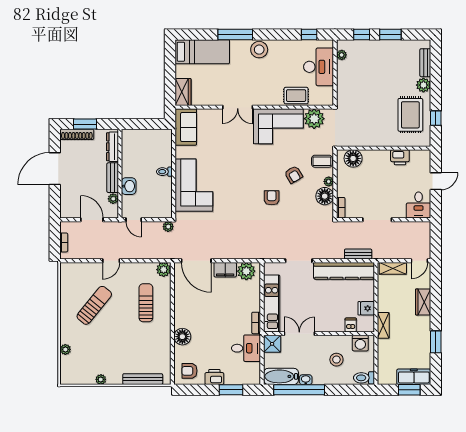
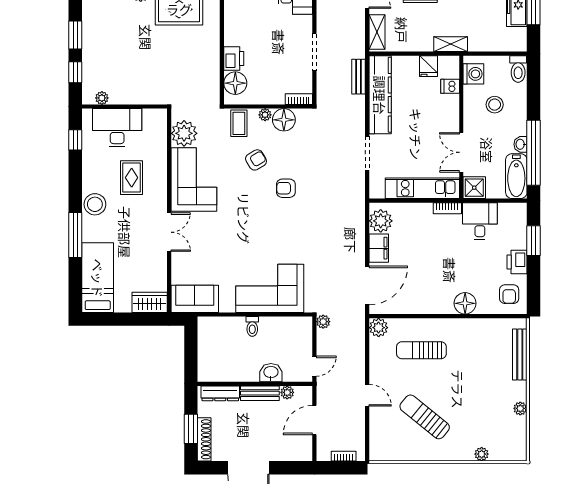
rug: (296, 96) -> (132, 178), moved
printer: (400, 157) -> (234, 59), moved

